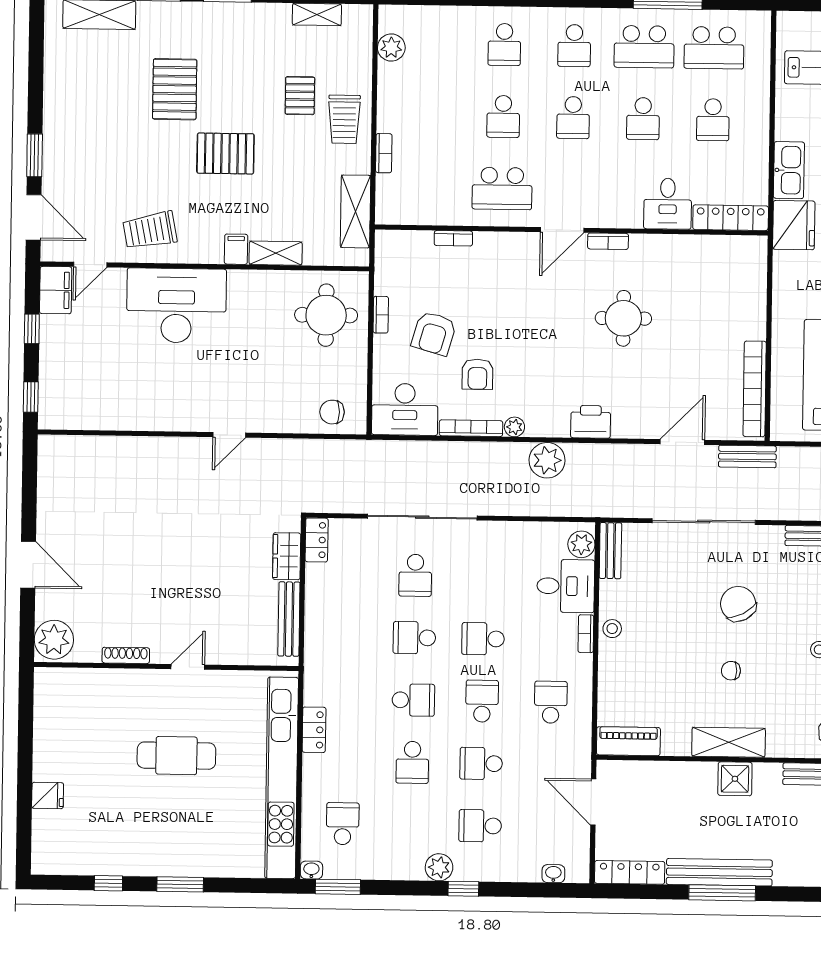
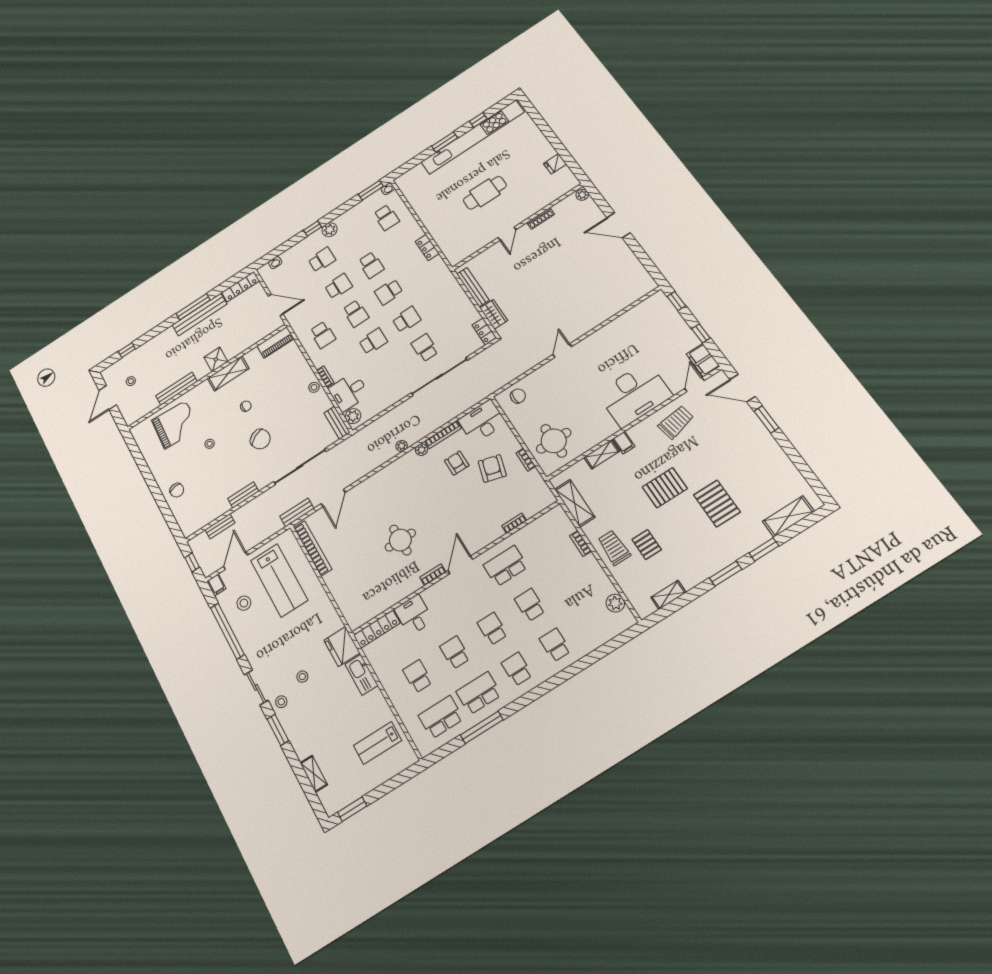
printer: (591, 422) -> (385, 478), removed
plant: (547, 460) -> (402, 446), width x0.53, depth x0.53
plant: (54, 640) -> (582, 195), width x0.53, depth x0.53
school desk: (412, 762) -> (371, 265), turned 180
kitchen unit: (282, 778) -> (473, 137), moved, turned 90
fridge: (48, 795) -> (555, 164), moved

